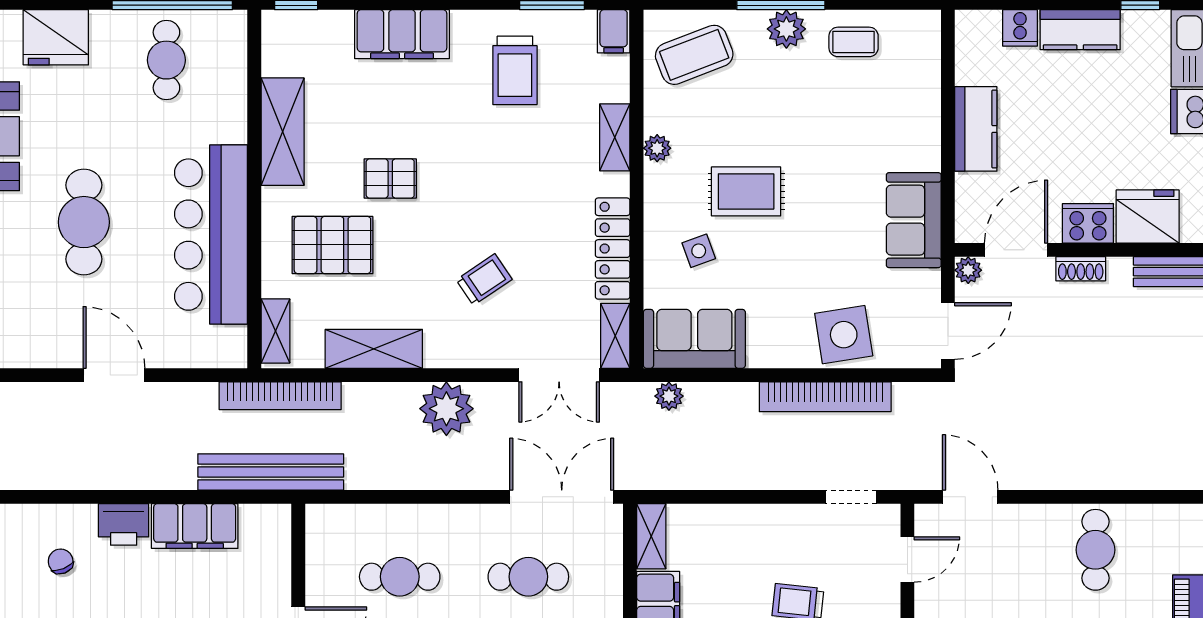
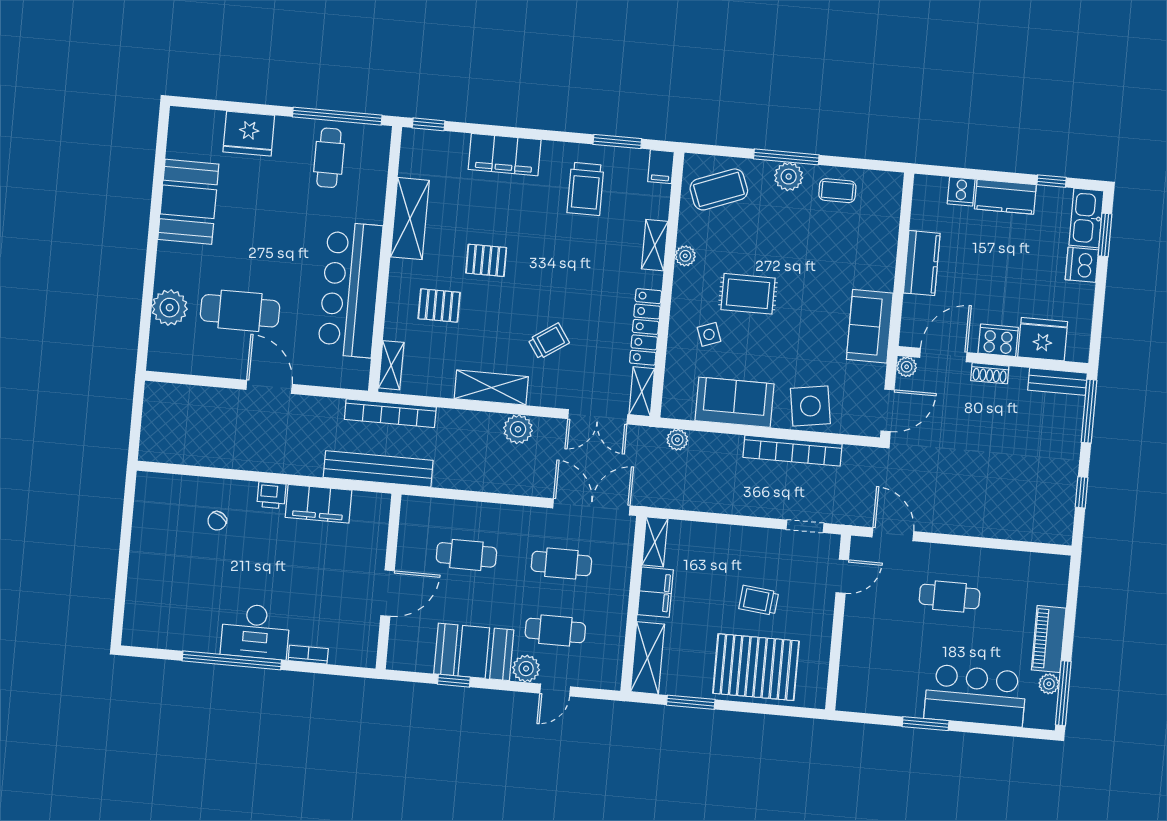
cafe table: (84, 222) -> (240, 311), moved, turned 90
pallet: (332, 245) -> (439, 306), width x0.67, depth x0.71
sofa: (694, 339) -> (734, 402), moved
shelving: (374, 349) -> (491, 388), moved
plant: (446, 409) -> (518, 429), width x0.73, depth x0.73
printer: (124, 524) -> (271, 495), width x0.73, depth x0.81
cafe table: (1095, 550) -> (950, 596), moved, turned 90
chair: (61, 561) -> (217, 521), turned -125

